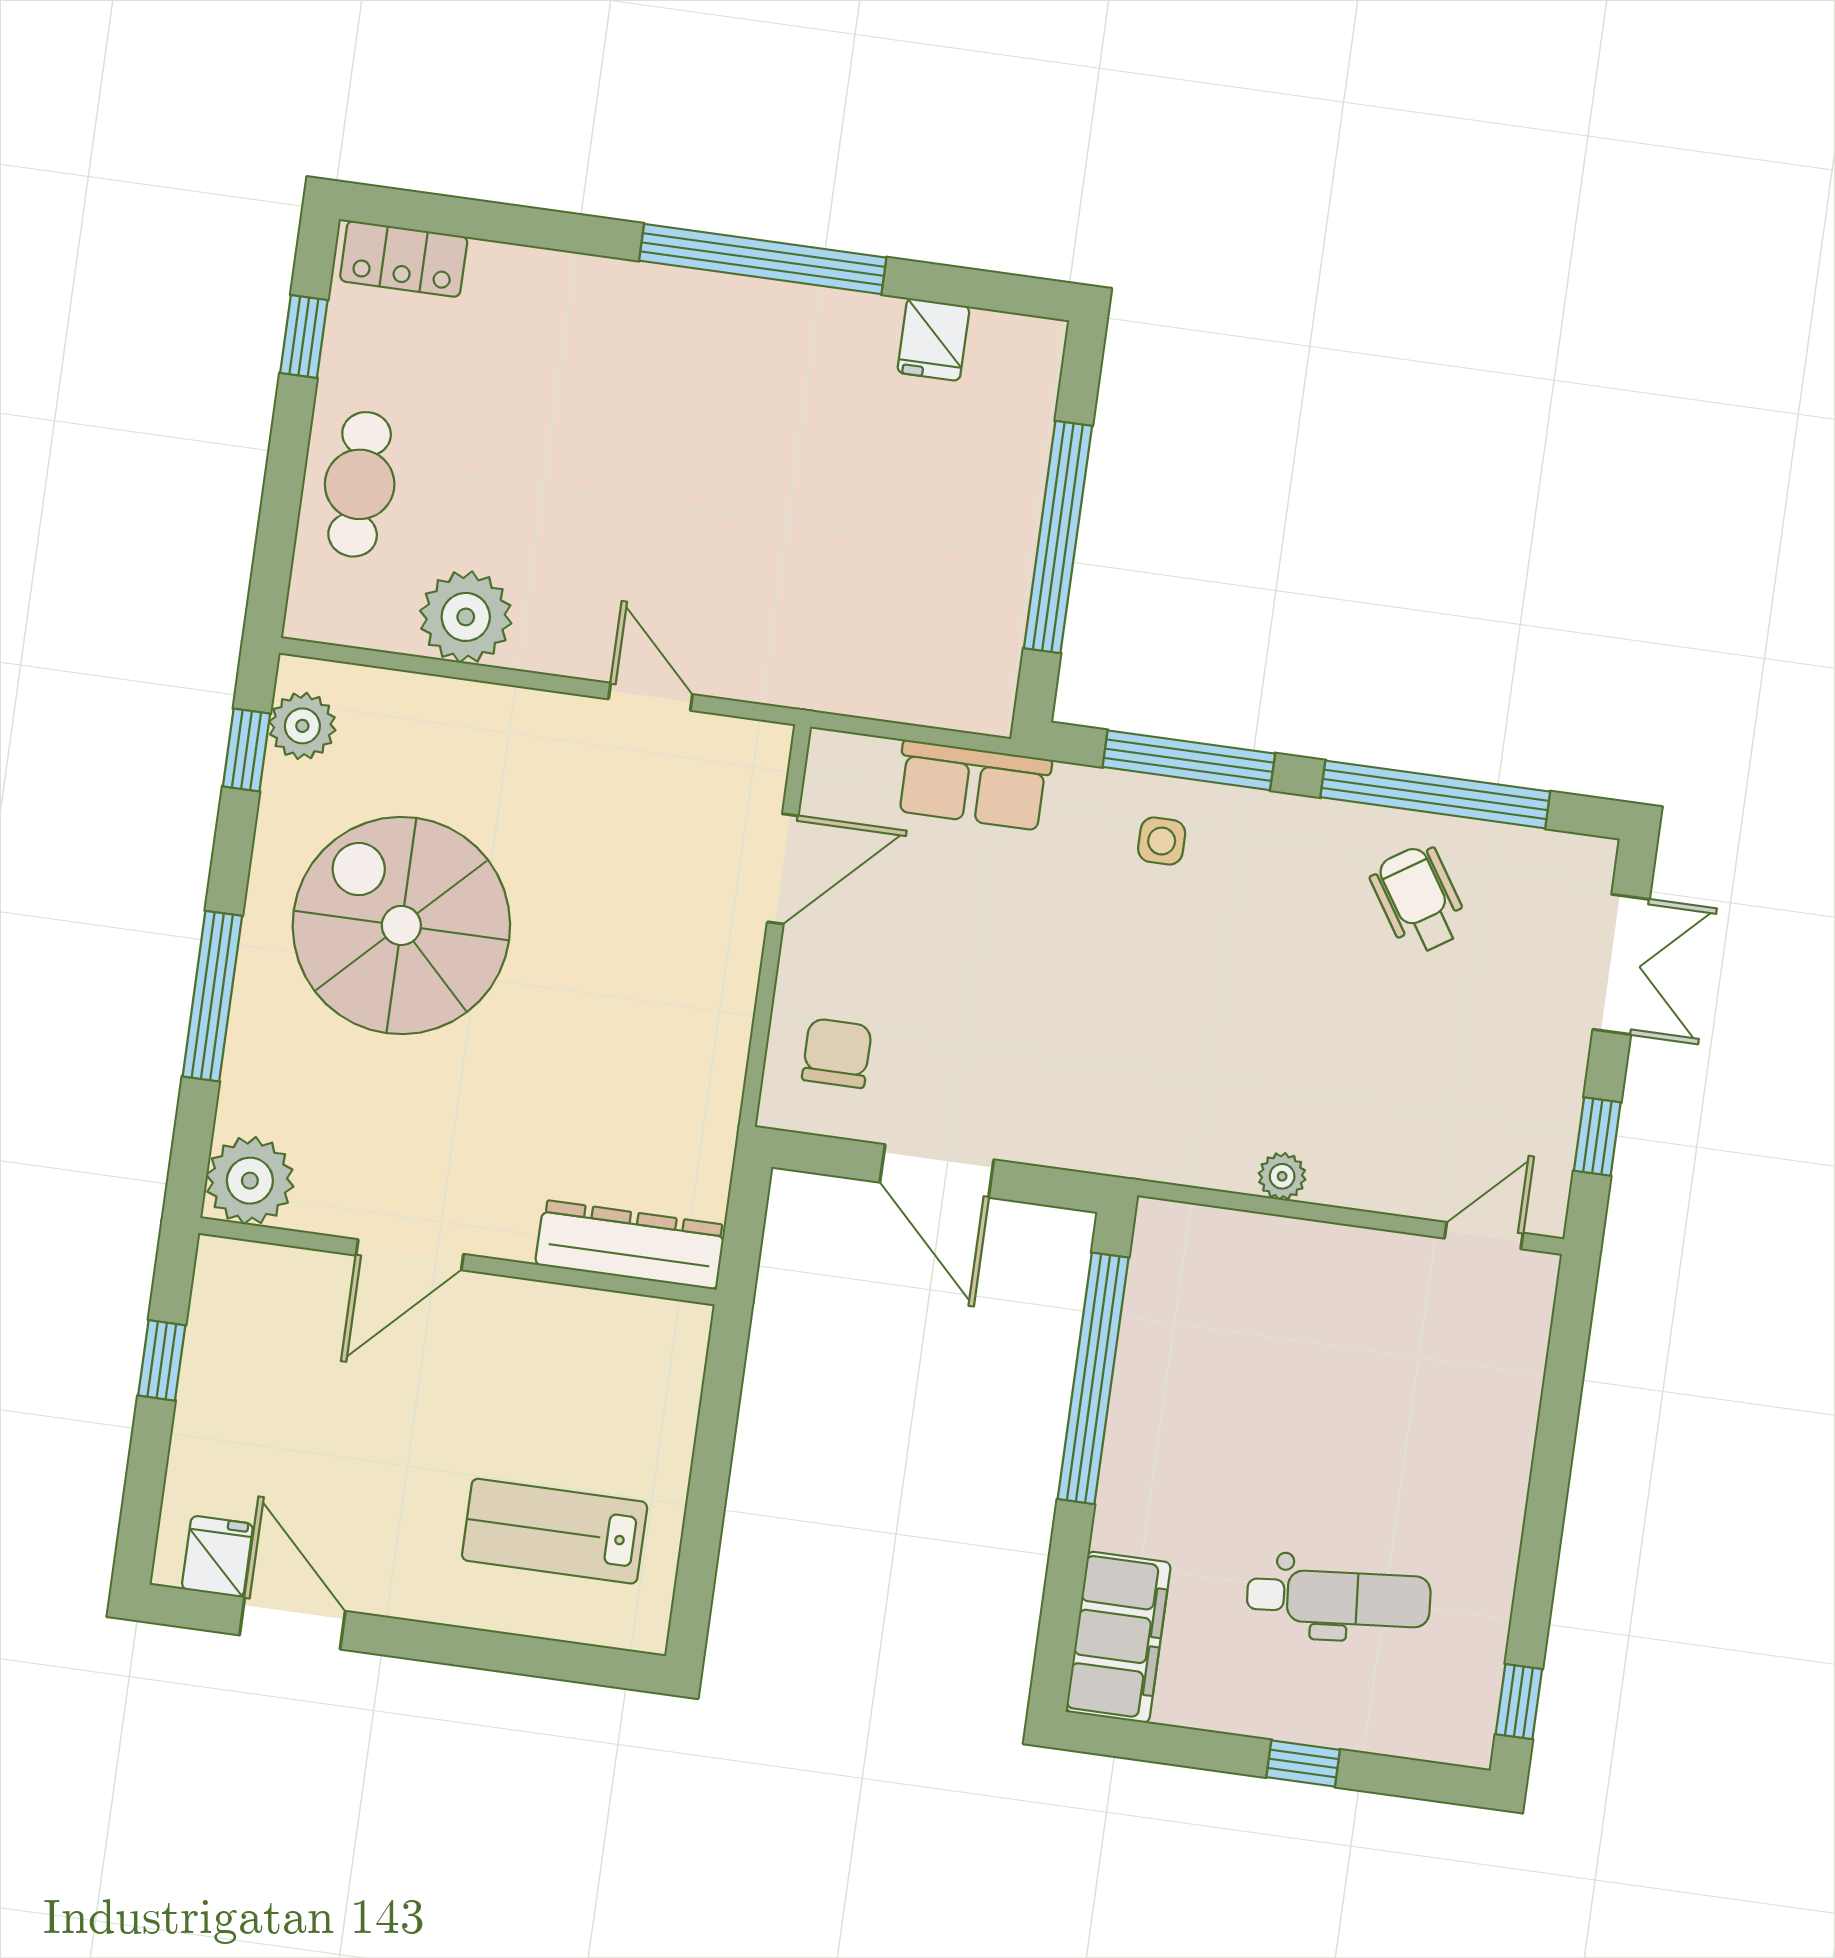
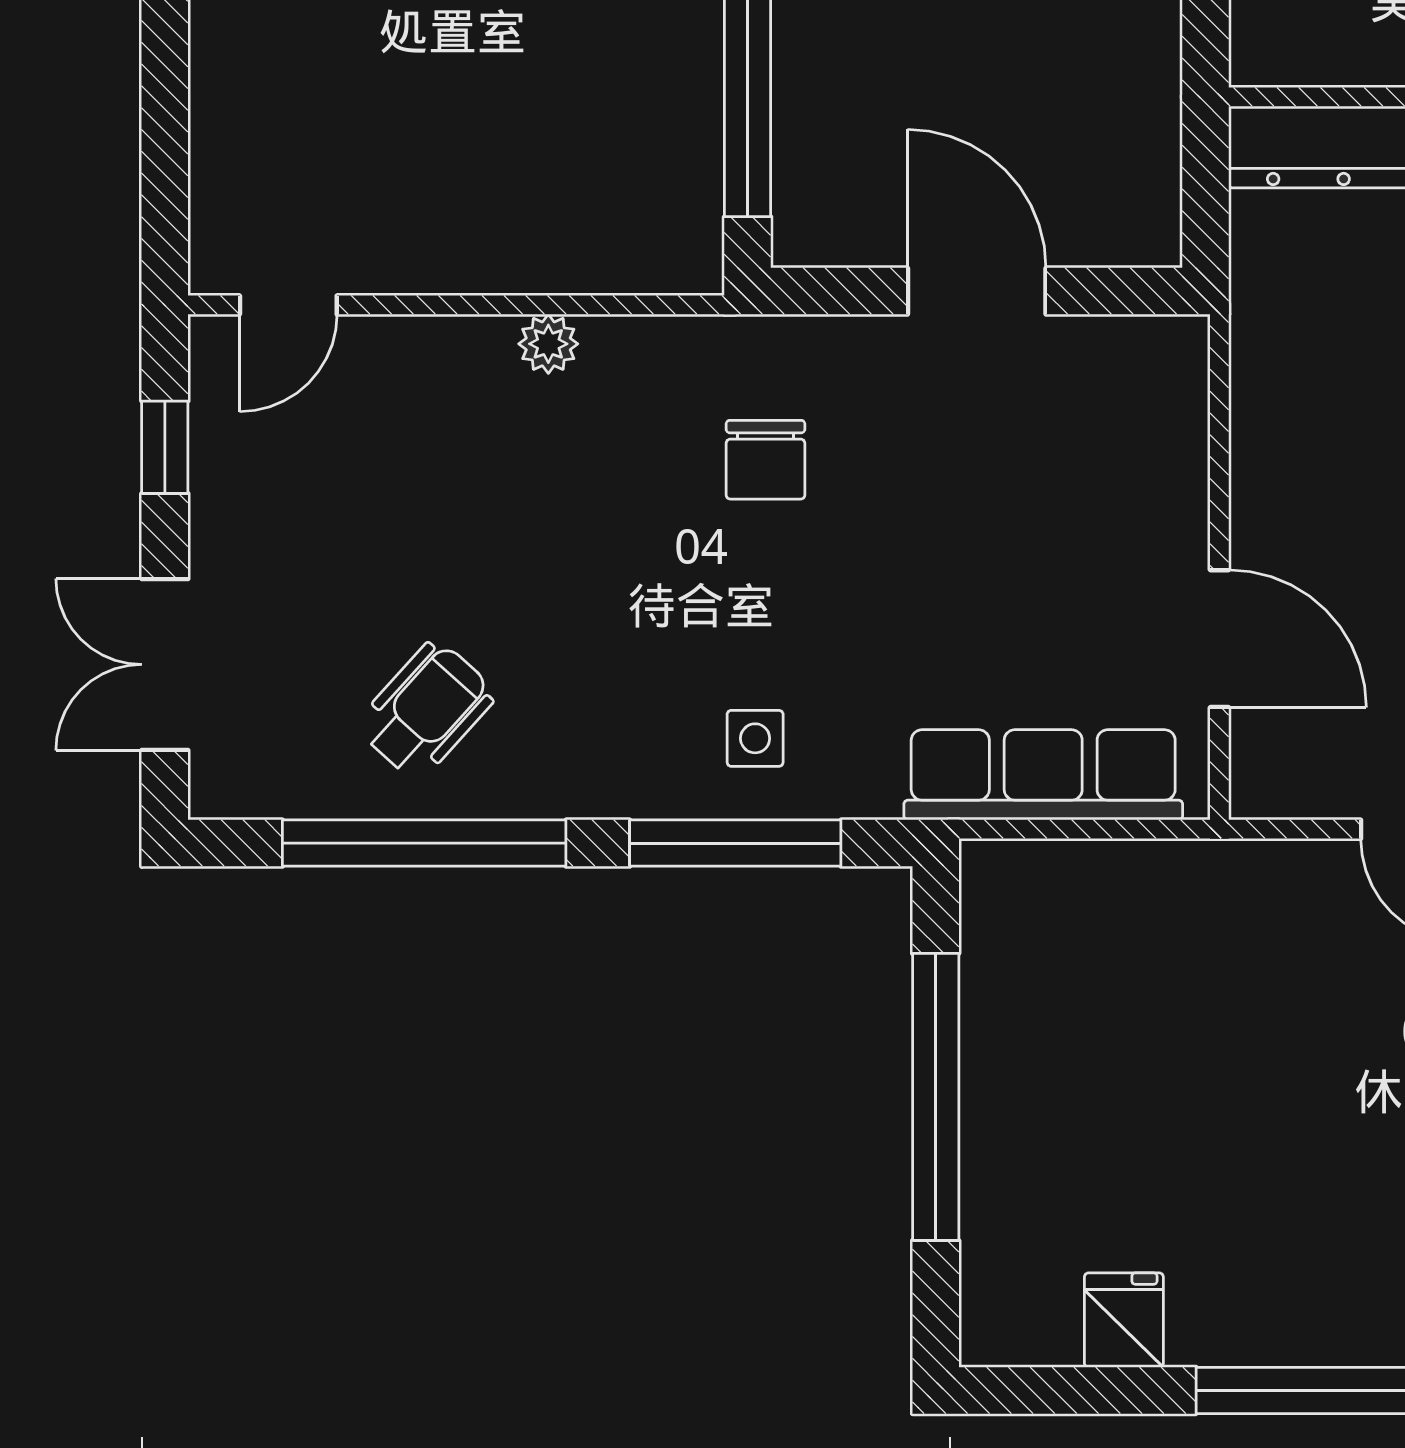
row of seats: (973, 785) -> (1043, 775), width x1.48
door: (783, 869) -> (1219, 639), swing flipped
wheelchair: (1419, 900) -> (426, 710), turned -105
chair: (837, 1053) -> (765, 460), moved

